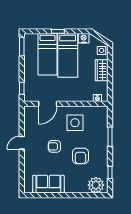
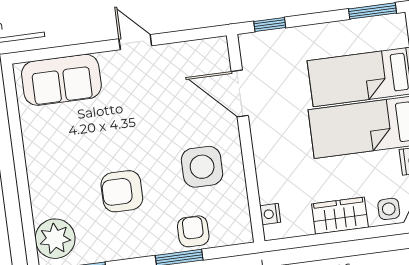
armchair: (54, 146) -> (193, 231), moved
sofa: (48, 184) -> (61, 80), moved, turned 90

